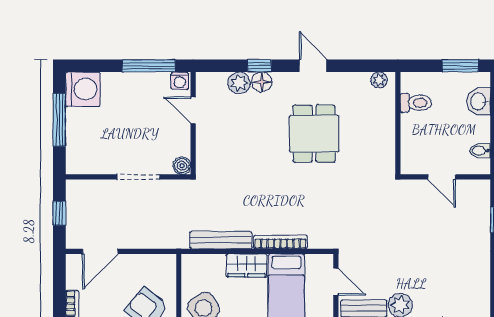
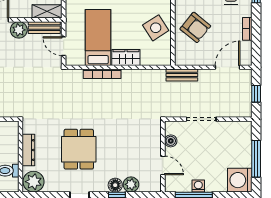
plant: (379, 80) -> (34, 182), width x1.87, depth x1.87
washing machine: (180, 81) -> (198, 186), moved
dresser: (386, 132) -> (28, 150), added
boiler: (182, 166) -> (171, 141), moved
bench: (221, 240) -> (182, 75), moved, width x0.73

